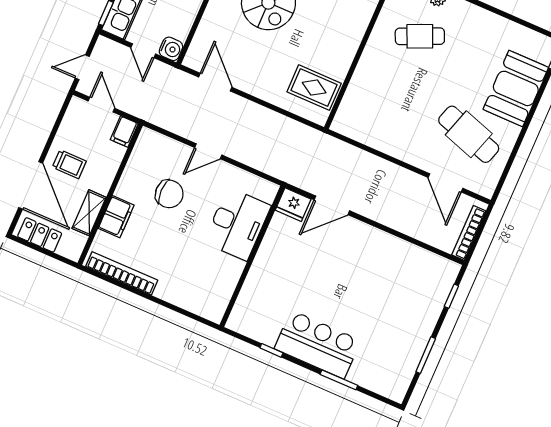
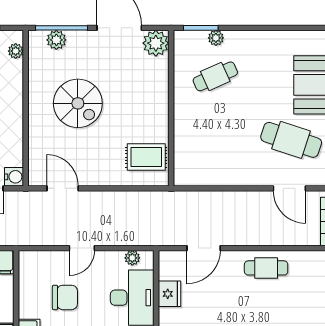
plant: (255, 184) -> (132, 258), added
fridge: (293, 205) -> (170, 294), moved, turned -90
cafe table: (387, 253) -> (266, 268), added

